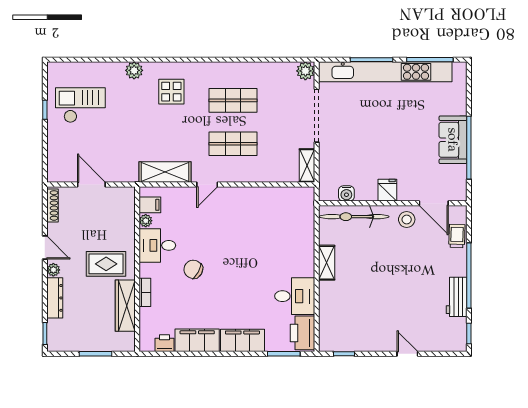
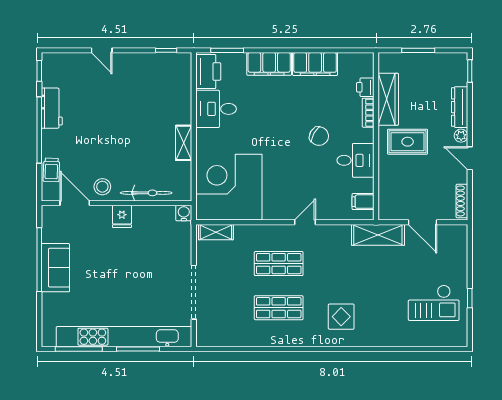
plant: (134, 70) -> (379, 338), removed
plant: (305, 71) -> (205, 338), removed
shelving: (307, 165) -> (216, 232), moved, turned 90
shelving: (165, 172) -> (378, 235), moved
water cooler: (346, 193) -> (184, 213), moved
bicycle: (354, 217) -> (146, 193), width x0.73, depth x0.71
corner desk: (282, 219) -> (229, 187), added
plant: (146, 221) -> (367, 185), removed
printer: (164, 343) -> (365, 87), moved, turned 90

